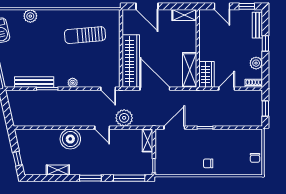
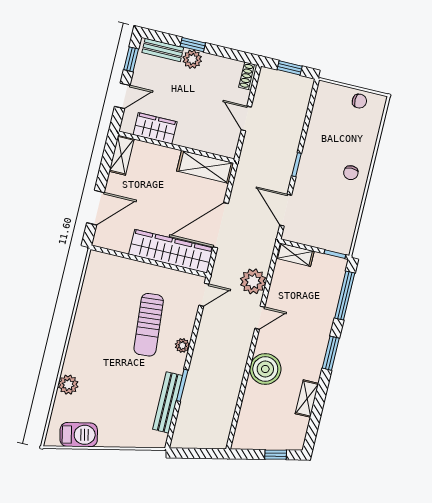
sun lounger: (85, 35) -> (149, 325), moved
plant: (256, 63) -> (192, 59), moved
wardrobe: (207, 74) -> (155, 128), moved

